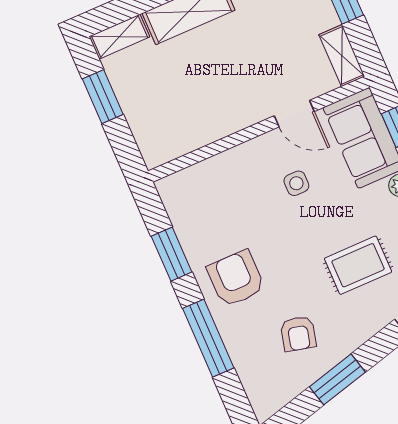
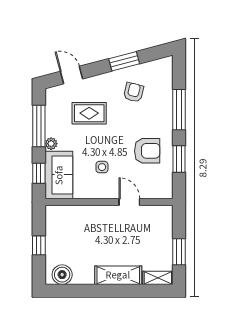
shelving: (342, 55) -> (52, 220), removed
door: (294, 114) -> (129, 202), moved
armchair: (236, 279) -> (147, 151), moved, turned -90

